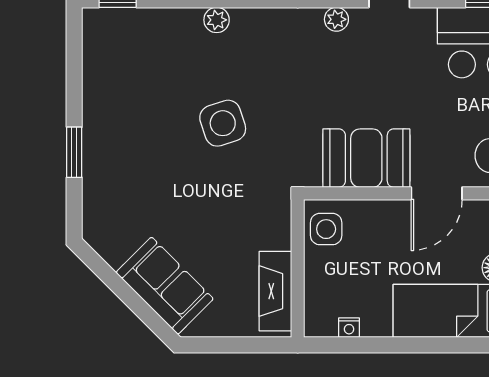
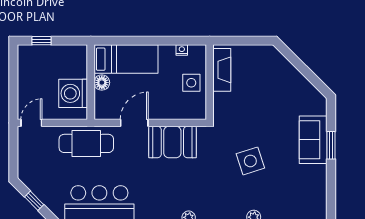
side table: (326, 229) -> (191, 83), moved
sofa: (165, 286) -> (313, 140), moved, turned 45

